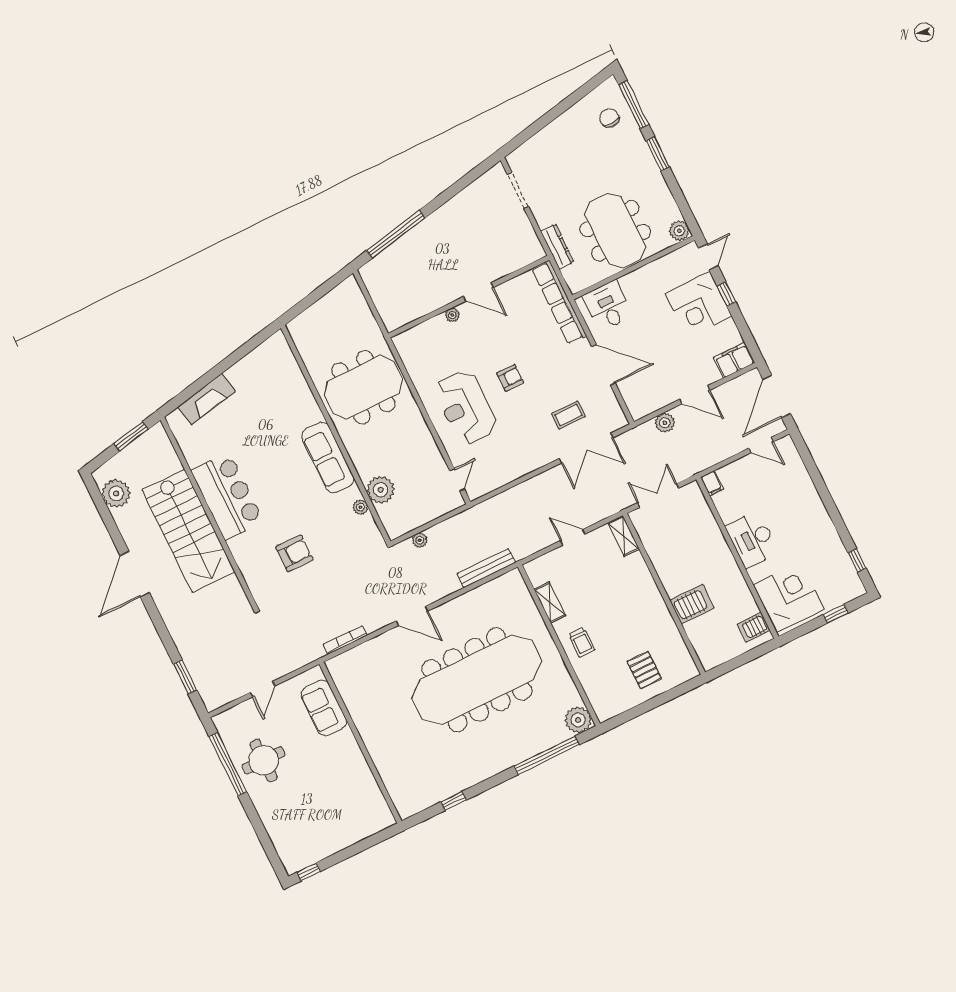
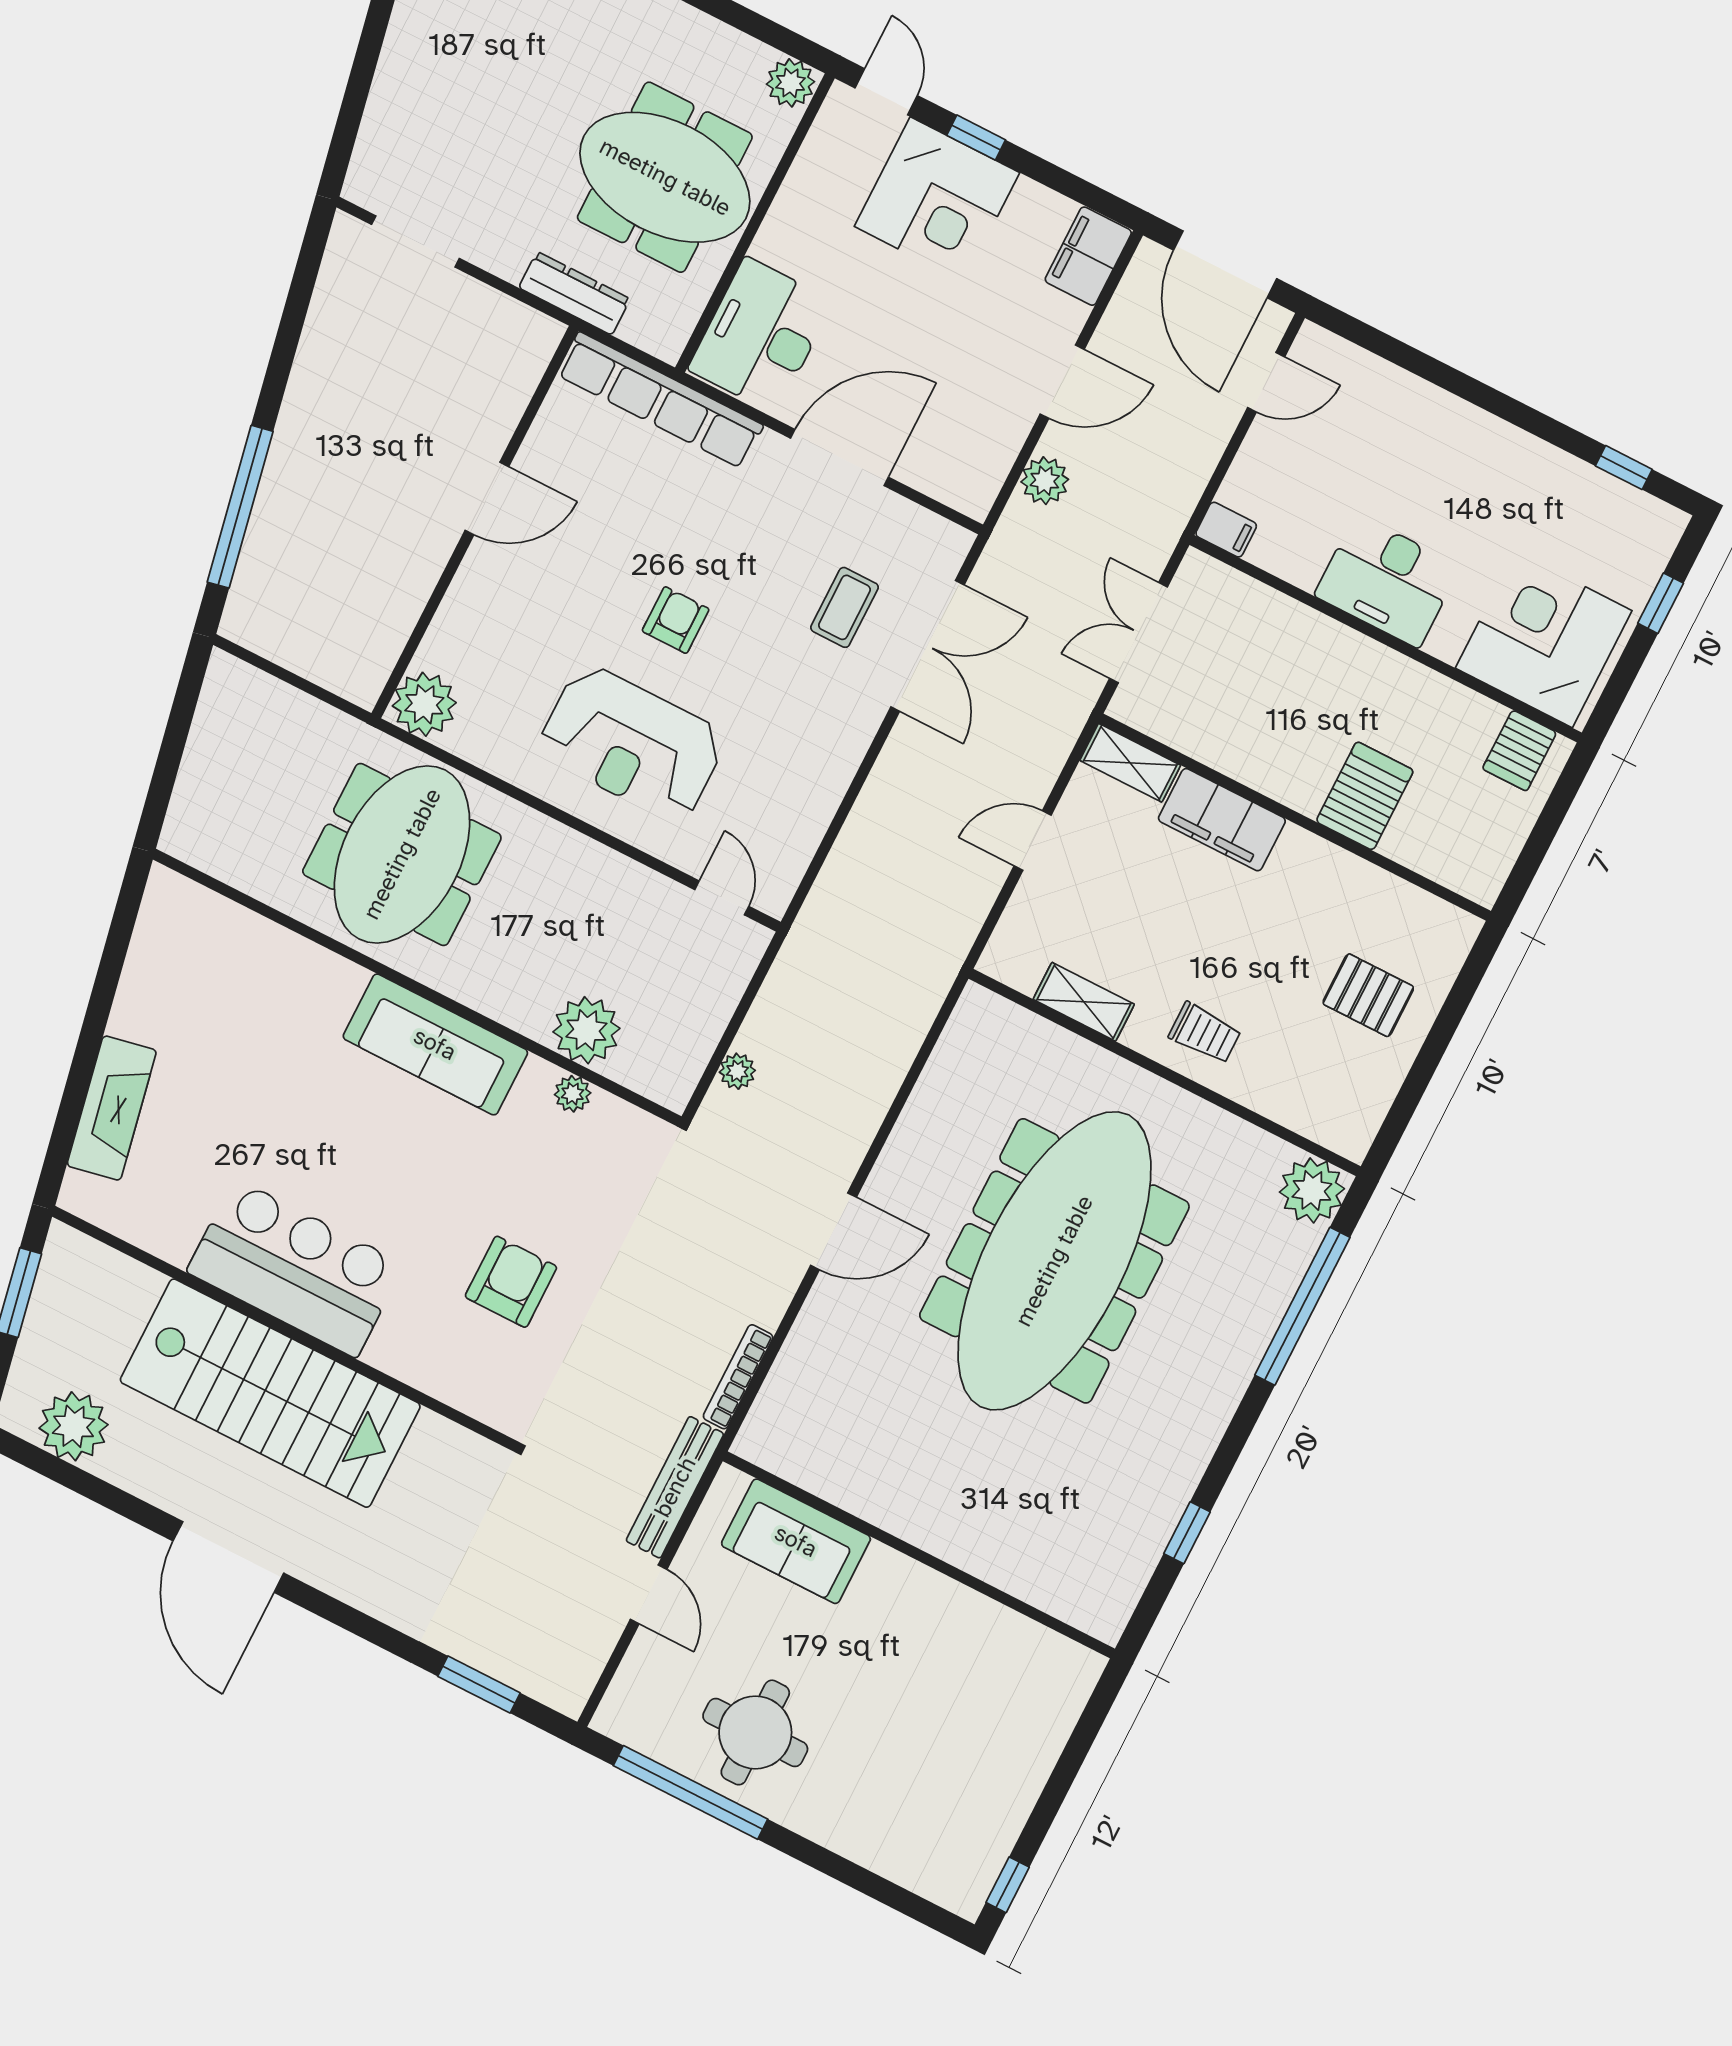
desk: (608, 306) -> (761, 335), width x1.37
plant: (452, 315) -> (424, 704), moved, width x1.88, depth x1.88
bench: (486, 568) -> (675, 1487), moved
filing cabinet: (640, 577) -> (1222, 820), added

